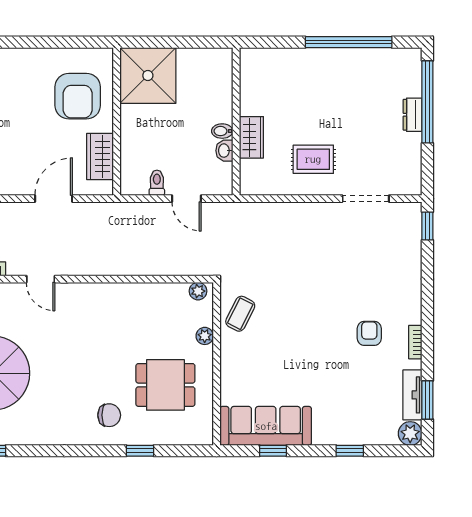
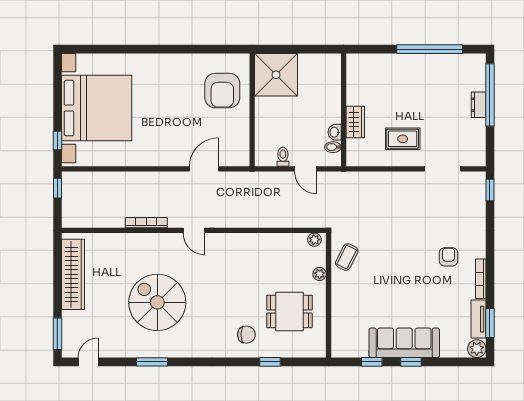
bidet: (222, 131) -> (333, 147), moved
wardrobe: (100, 156) -> (239, 137), removed
armchair: (369, 333) -> (449, 257), moved
bookcase: (415, 342) -> (481, 279), width x1.56
sofa: (266, 426) -> (404, 343), moved
window: (350, 451) -> (411, 362), moved

